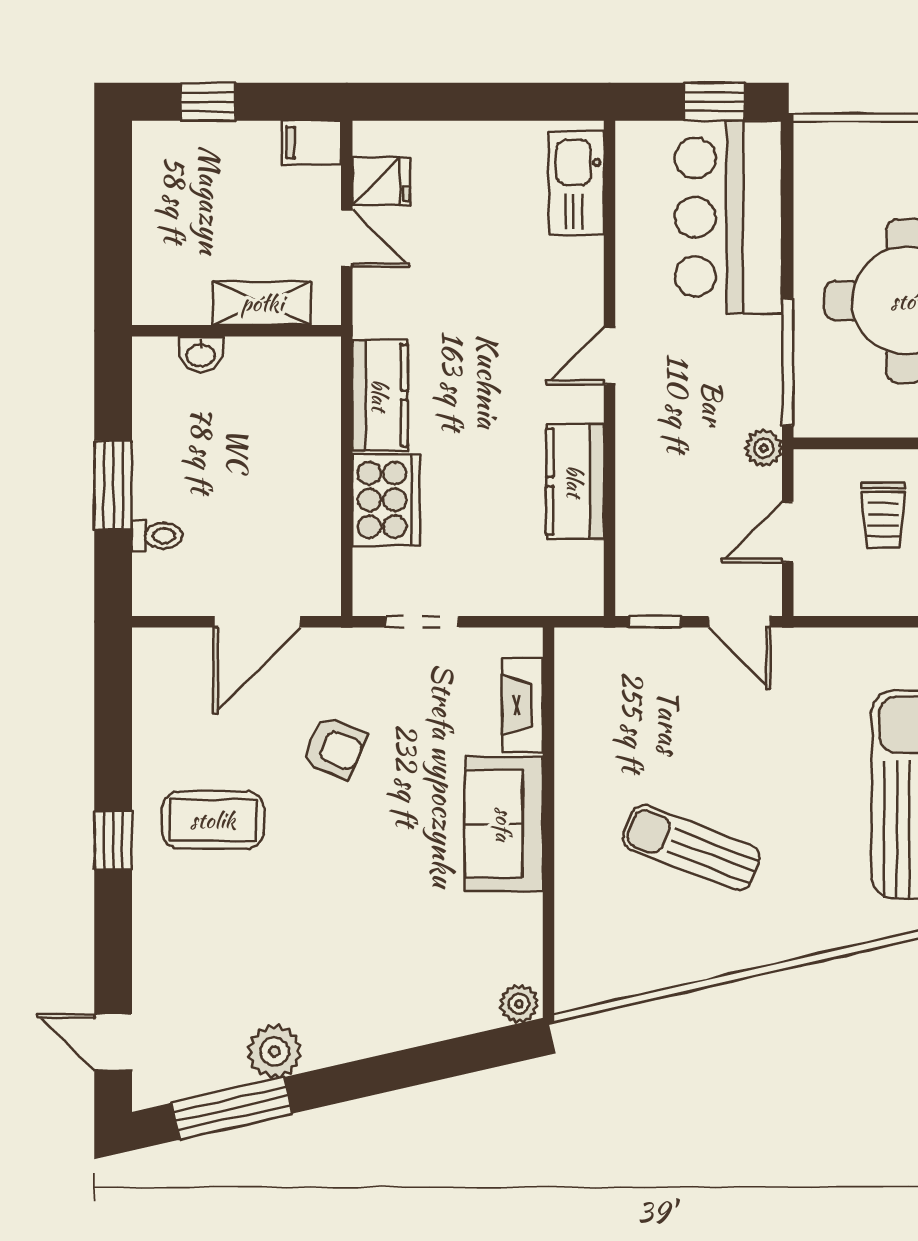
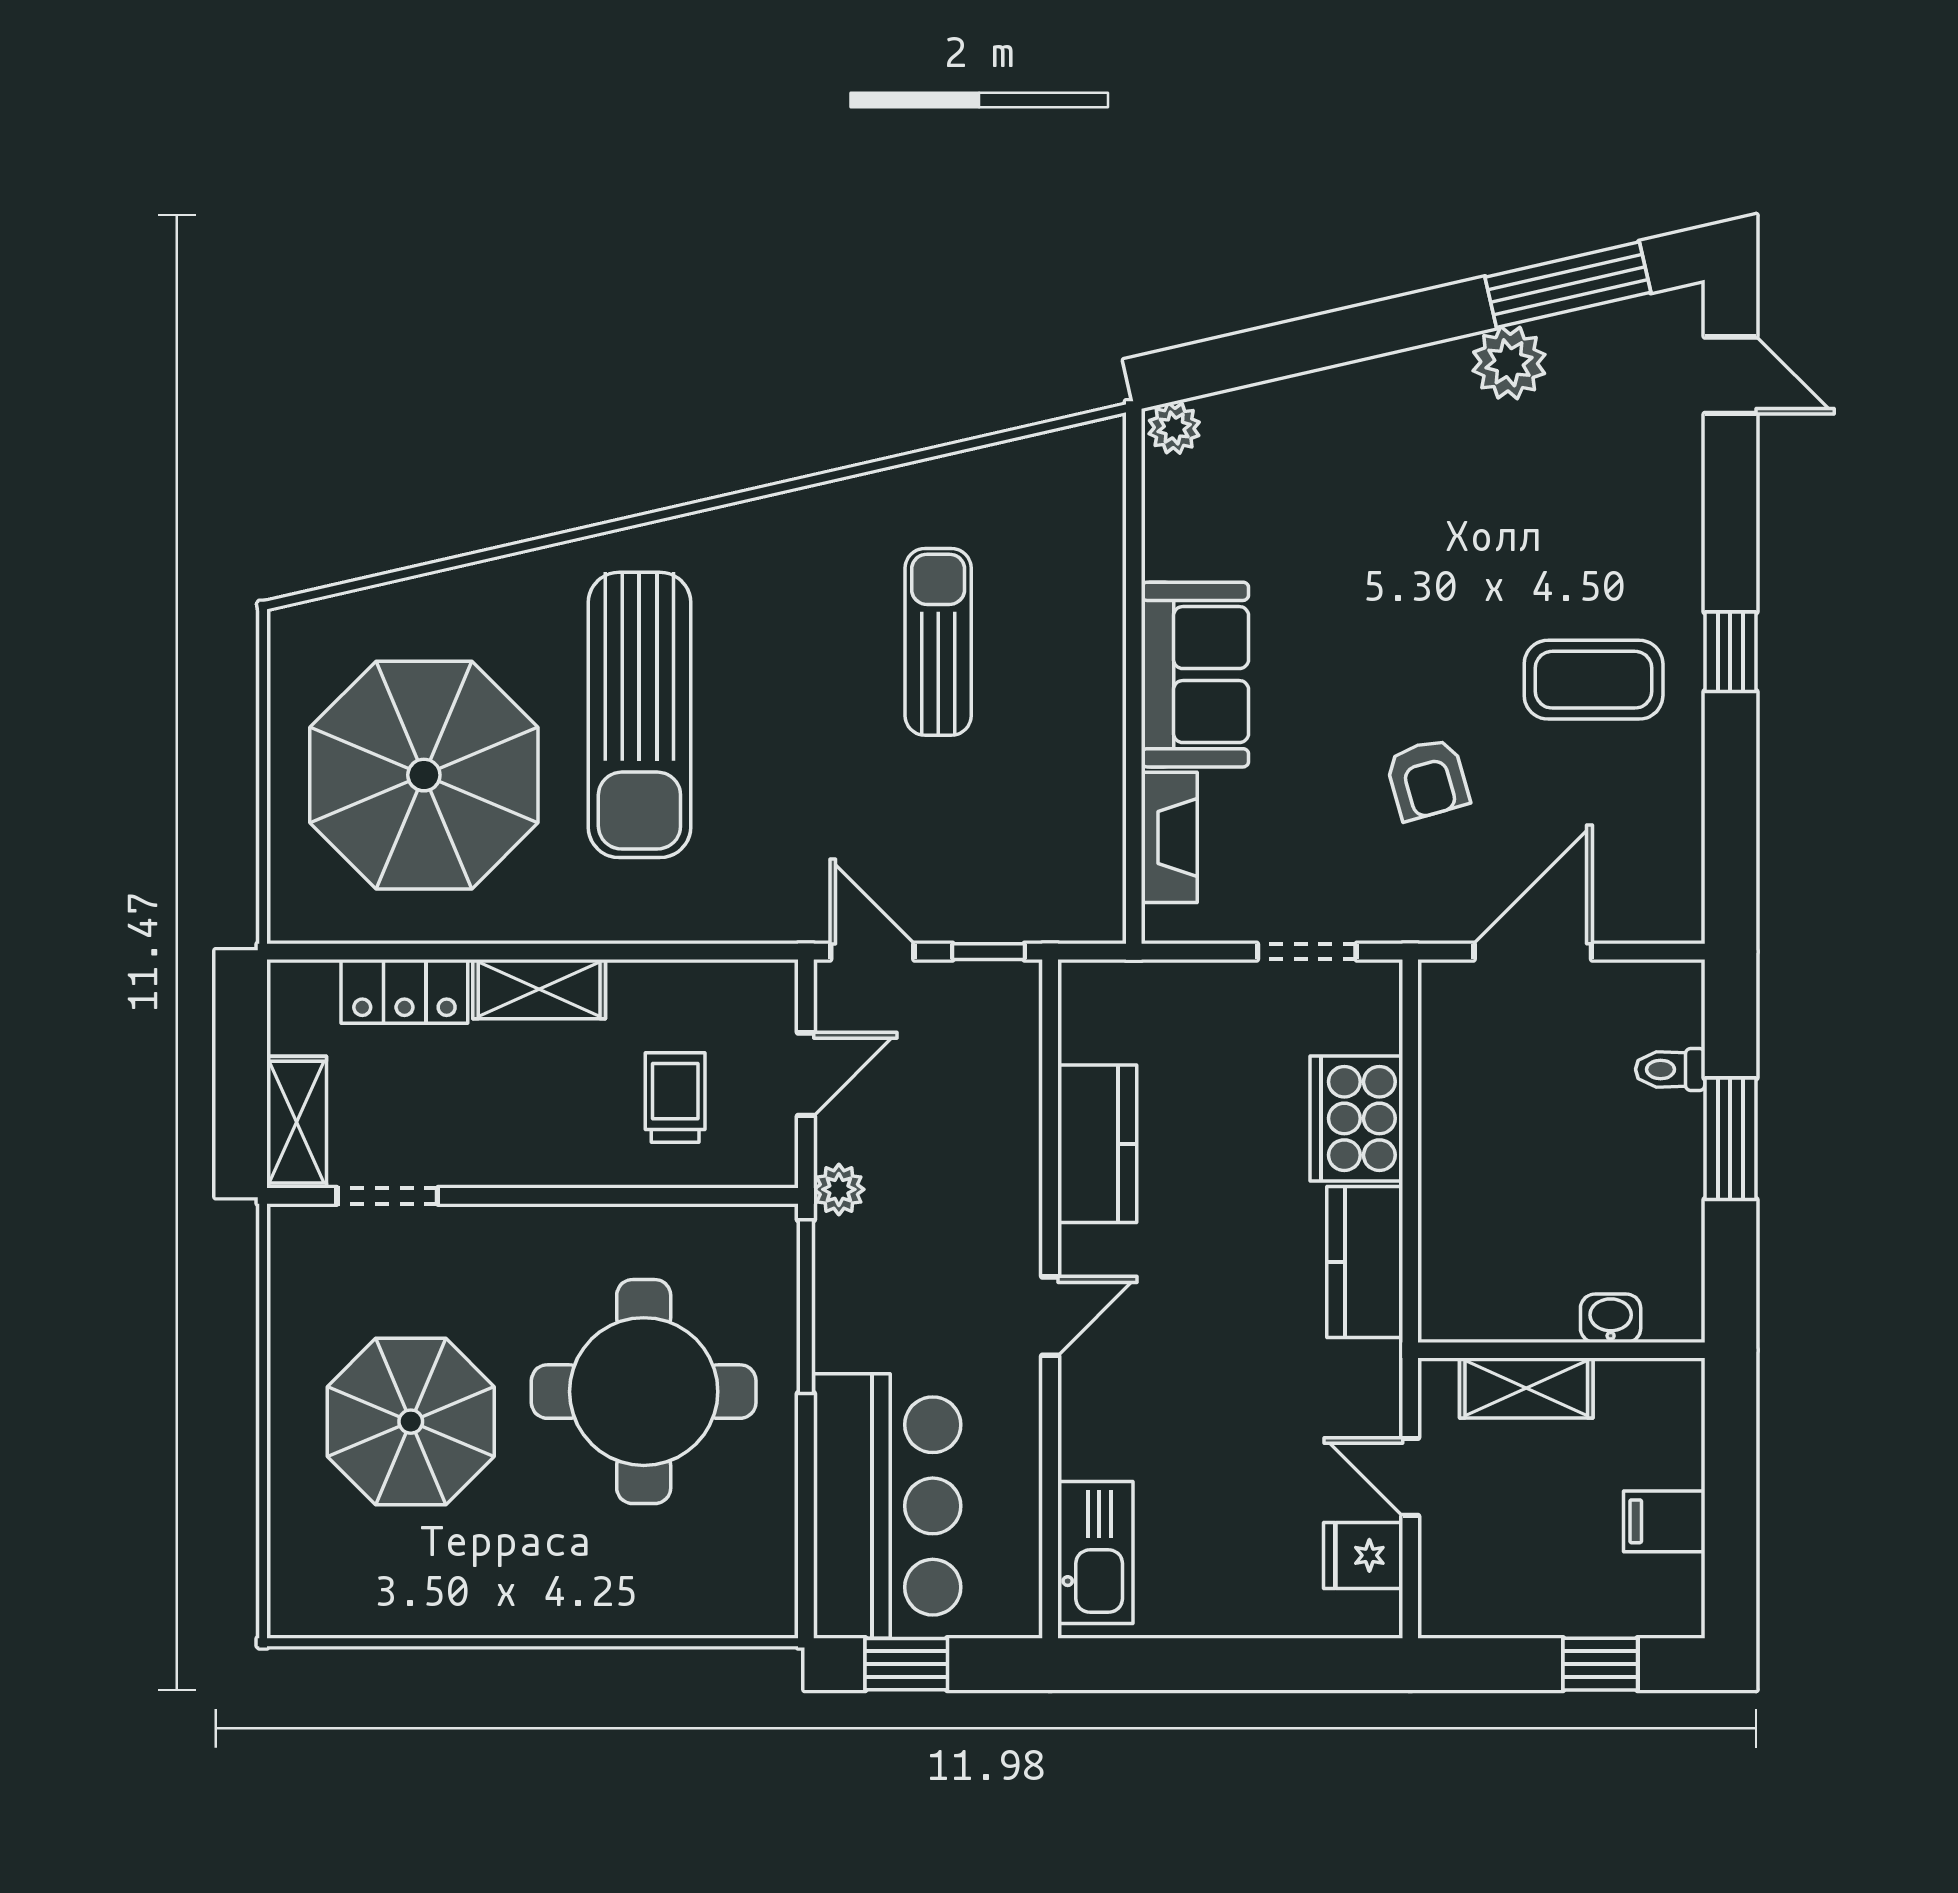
filing cabinet: (311, 143) -> (1664, 1521), moved, turned 180
armchair: (334, 748) -> (1427, 779), turned -128
sun lounger: (691, 848) -> (938, 642), turned -111

